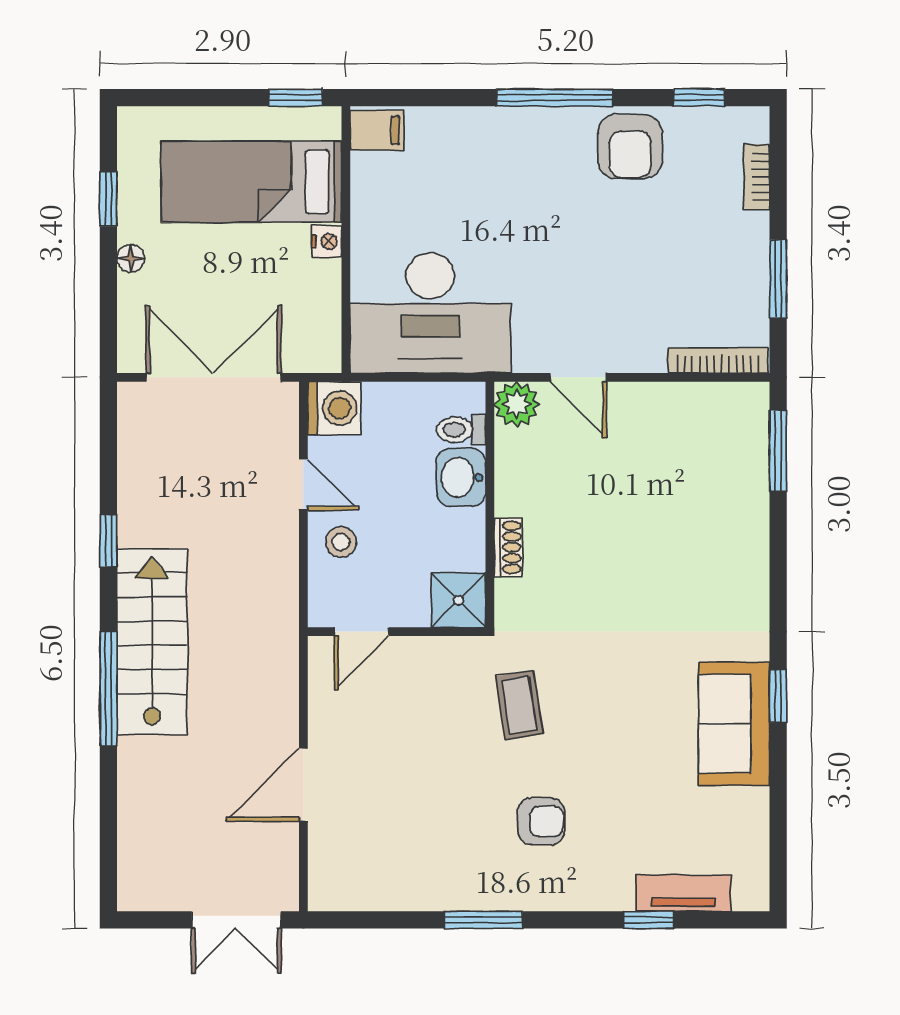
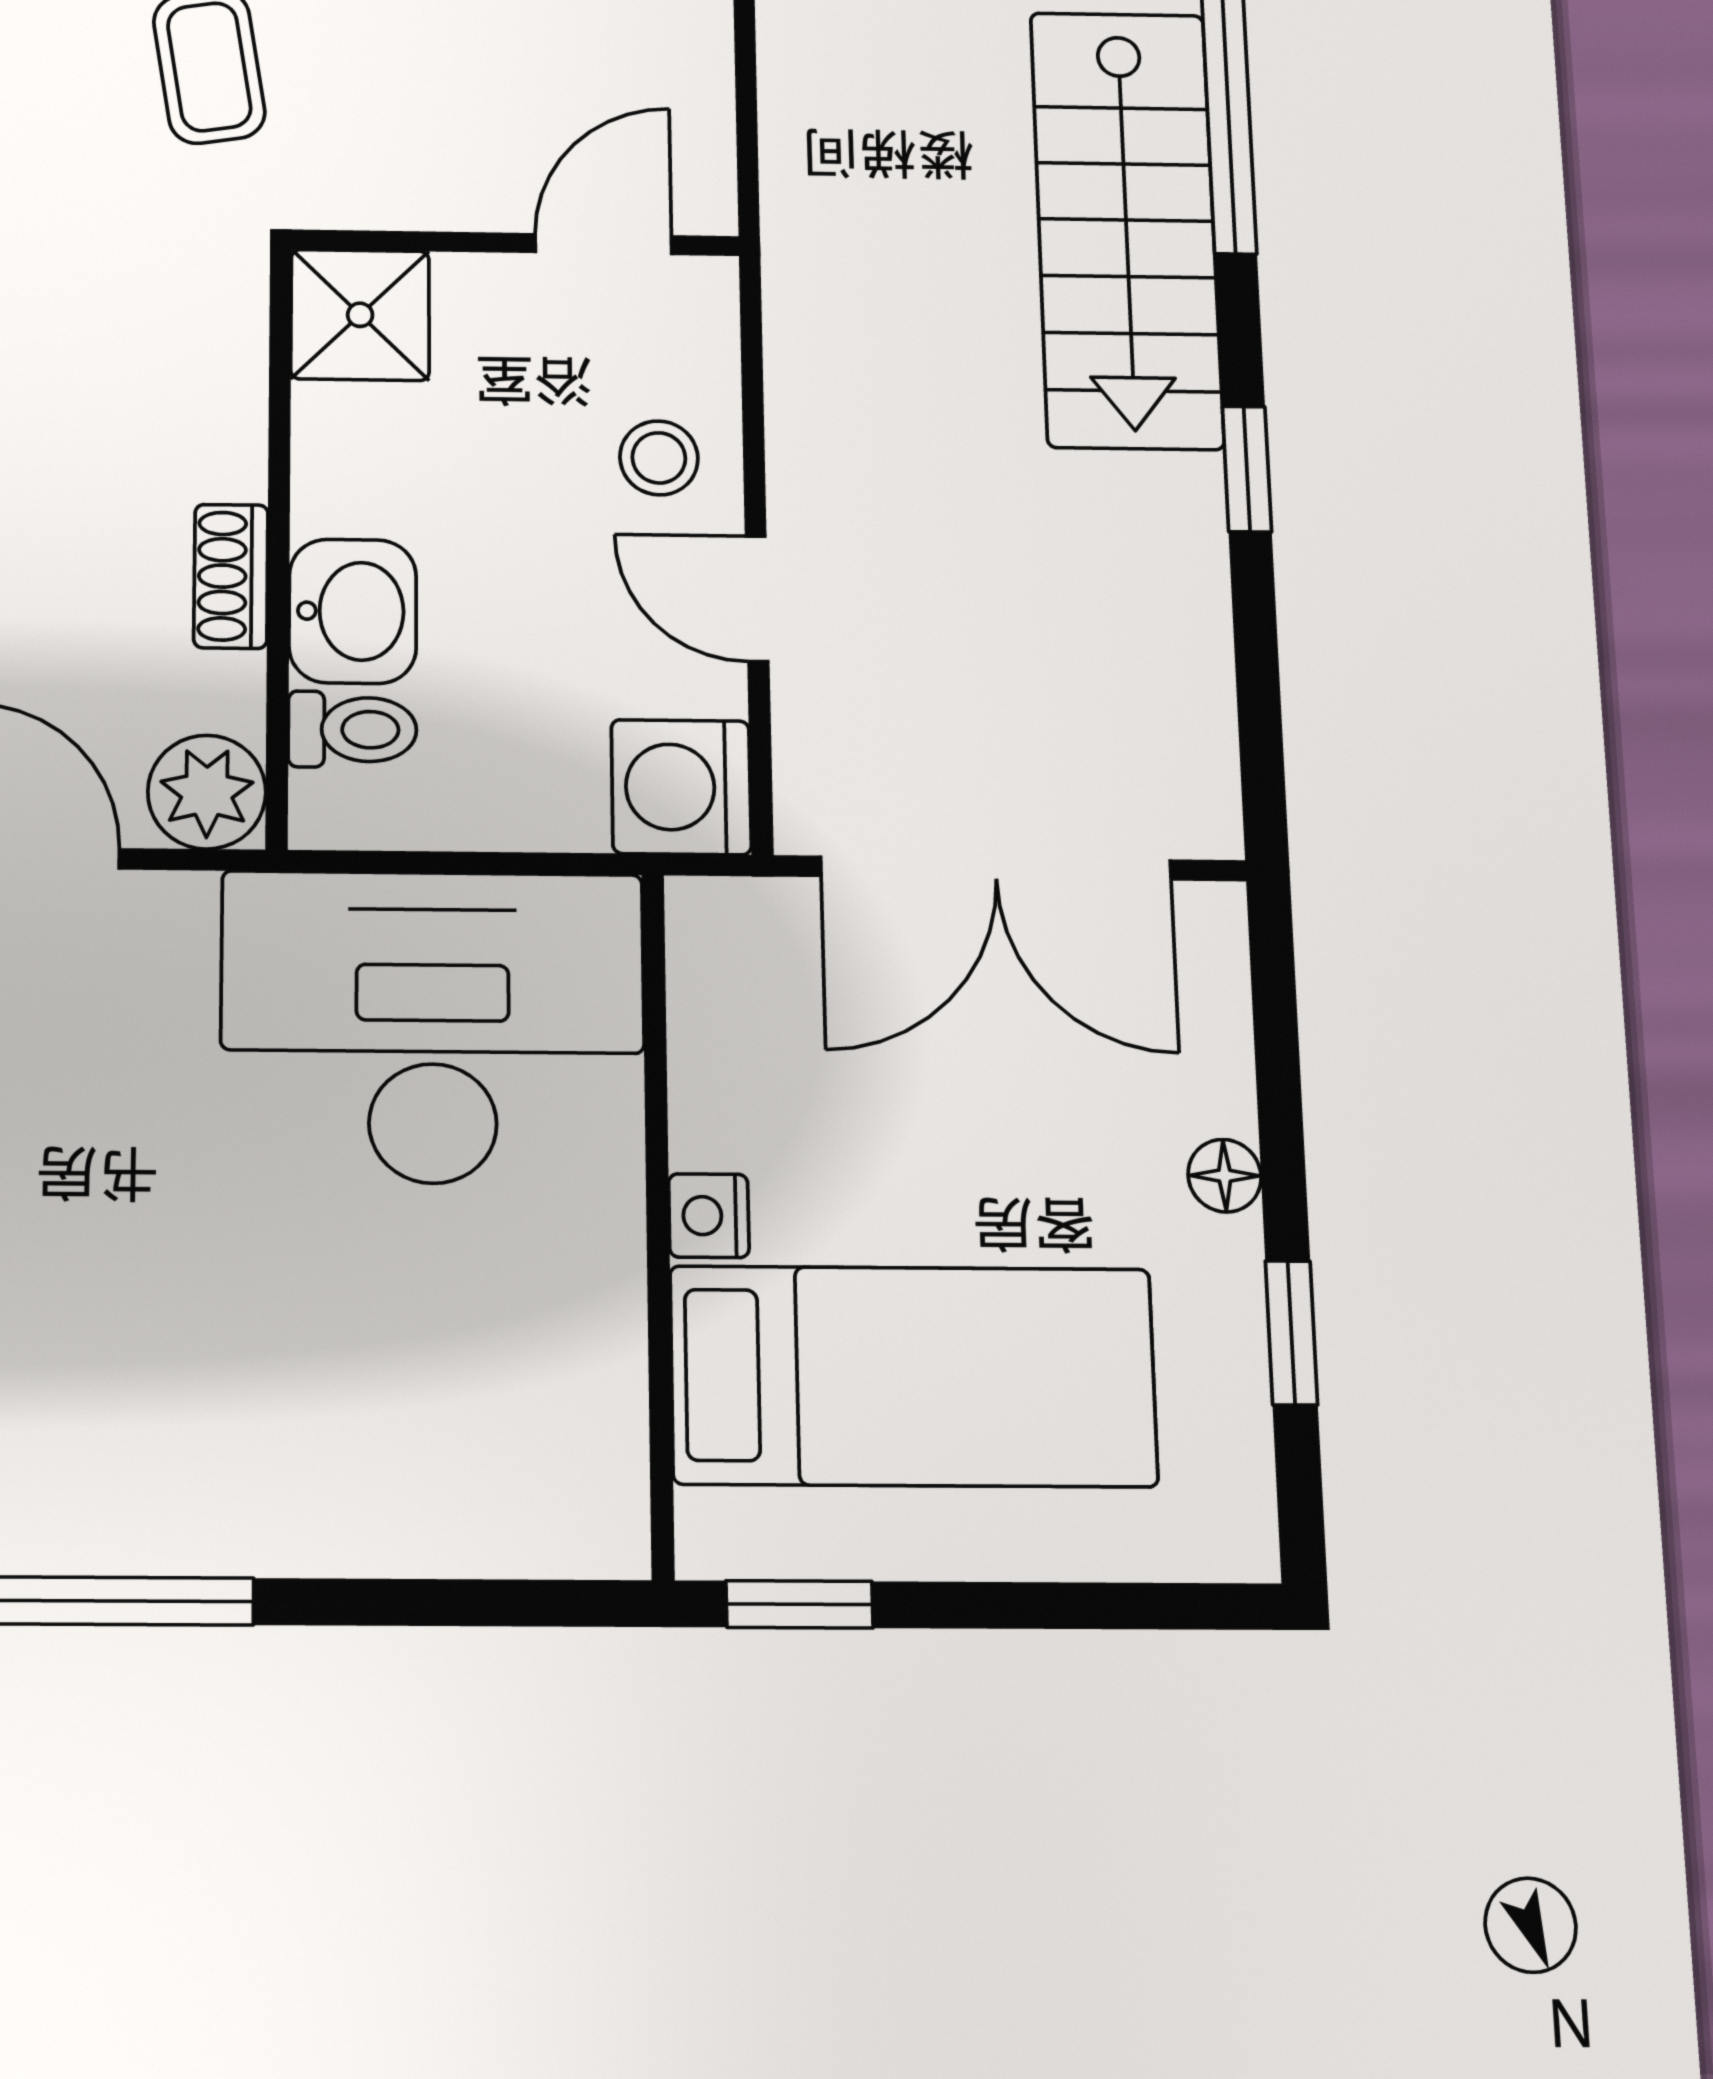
filing cabinet: (377, 130) -> (579, 1513), removed
shoe rack: (508, 547) -> (231, 576), moved

